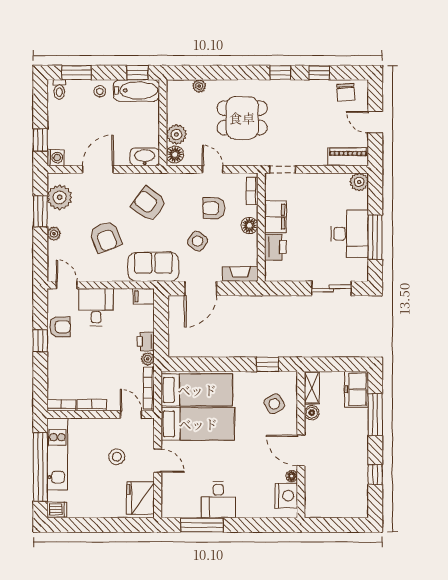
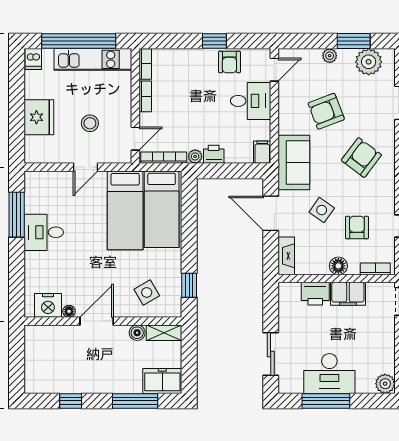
fridge: (140, 498) -> (39, 117), moved, turned 90

